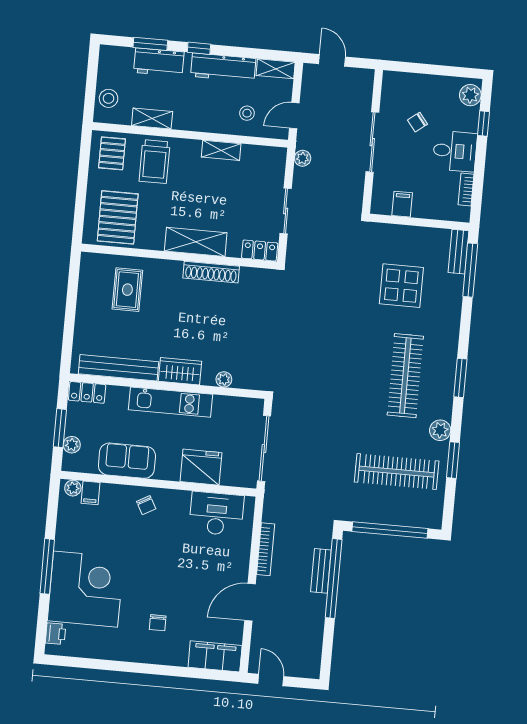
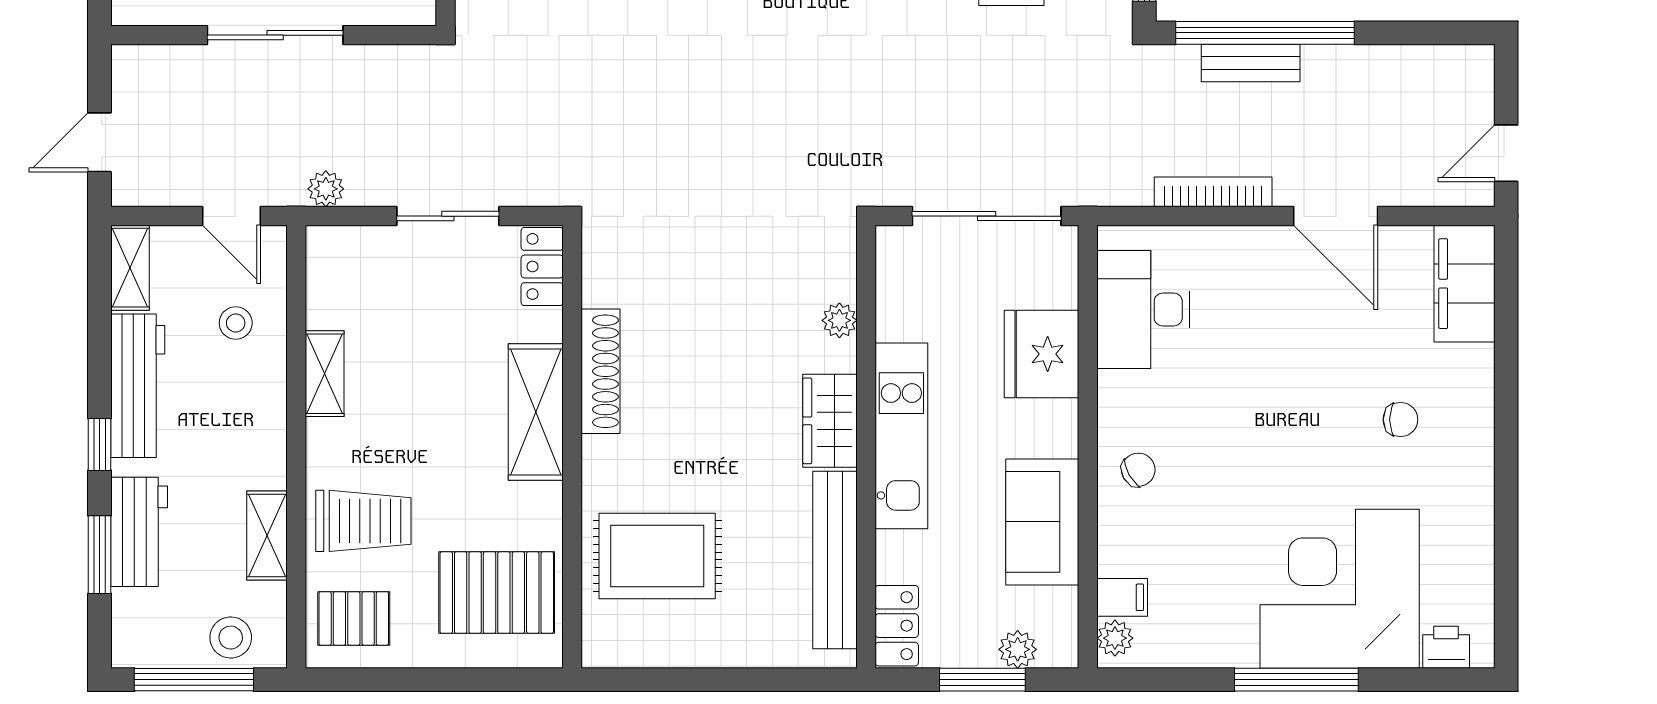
window: (91, 80) -> (194, 680), added
rug: (127, 290) -> (657, 556), width x1.36, depth x1.43

